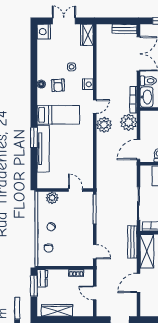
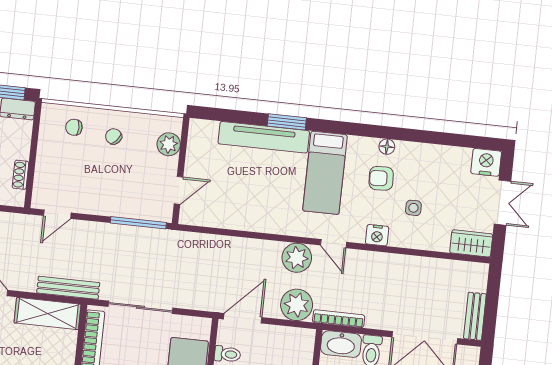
door: (138, 150) -> (243, 318), hinge flipped

